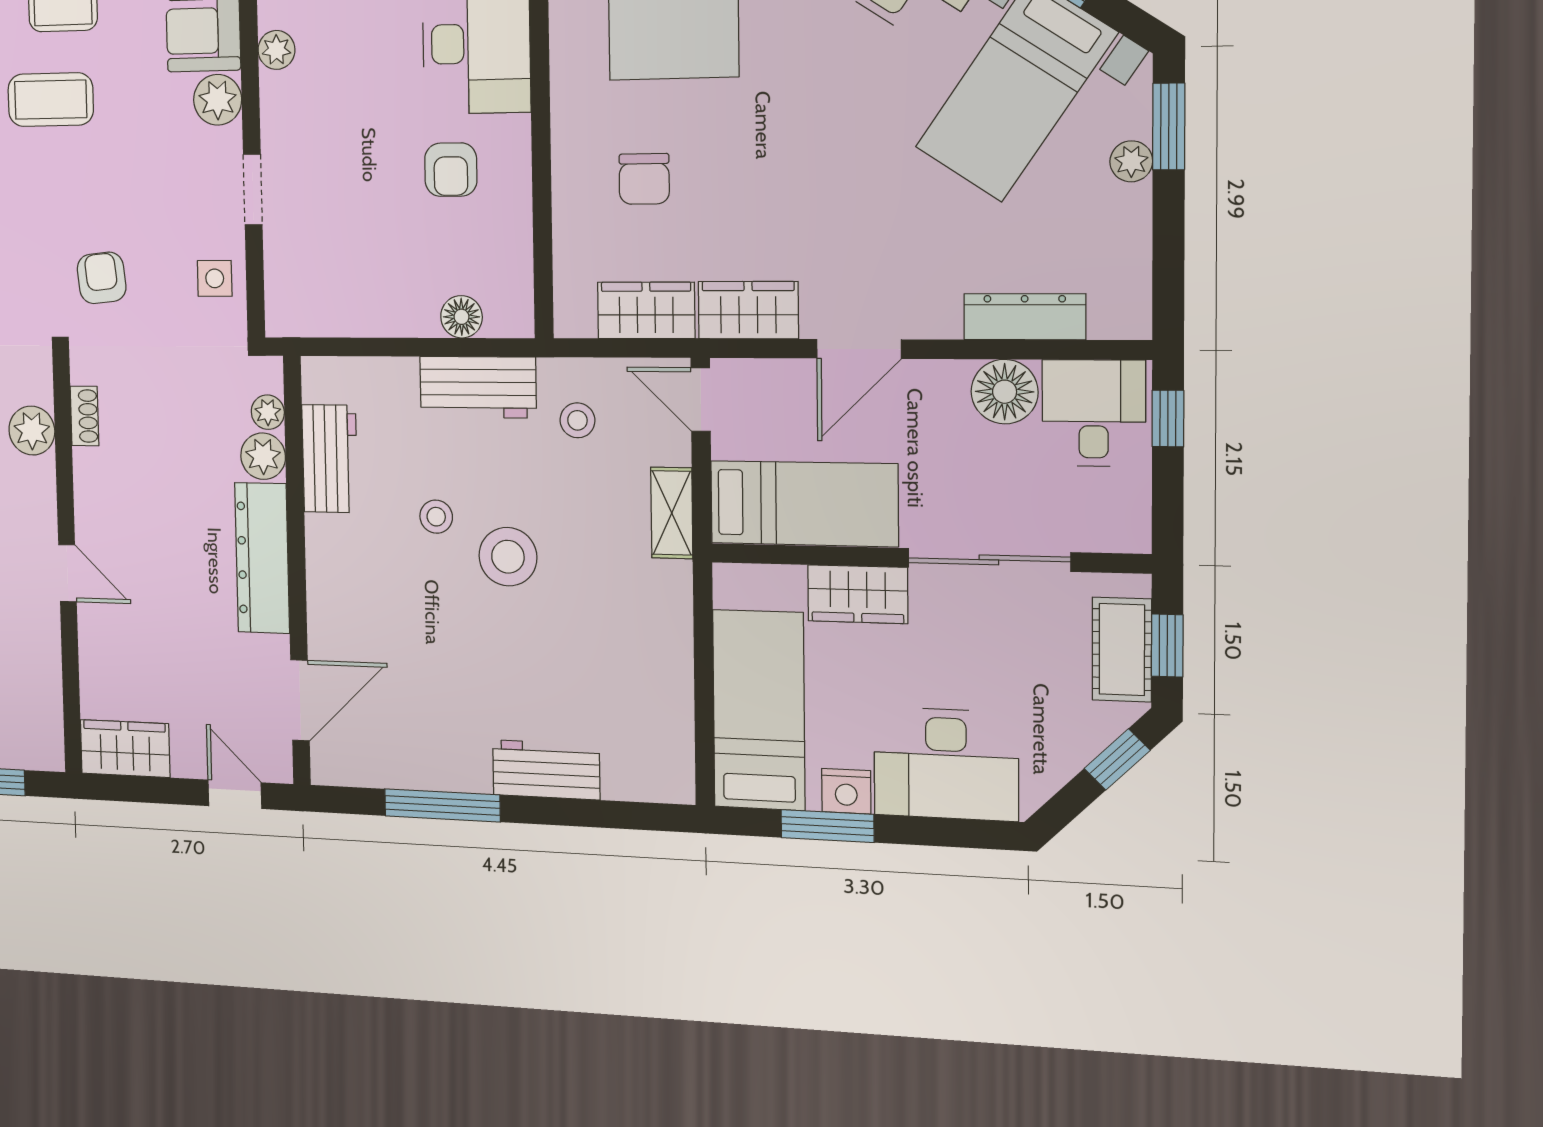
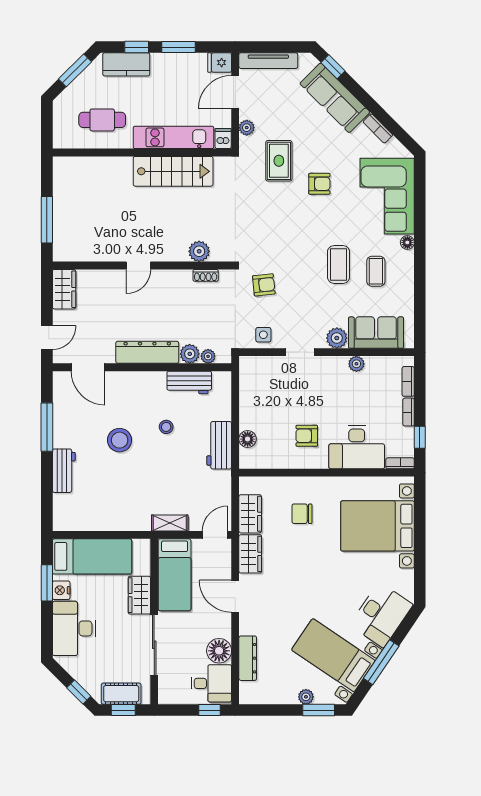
stool: (577, 420) -> (206, 486), removed
stool: (508, 557) -> (120, 440), moved

